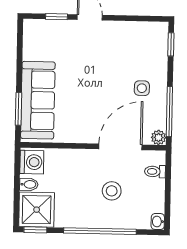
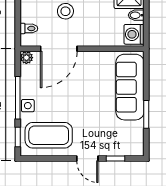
coffee table: (134, 46) -> (49, 135), added
side table: (142, 88) -> (28, 106), moved
window: (18, 109) -> (146, 114), moved
window: (169, 112) -> (18, 98), moved

